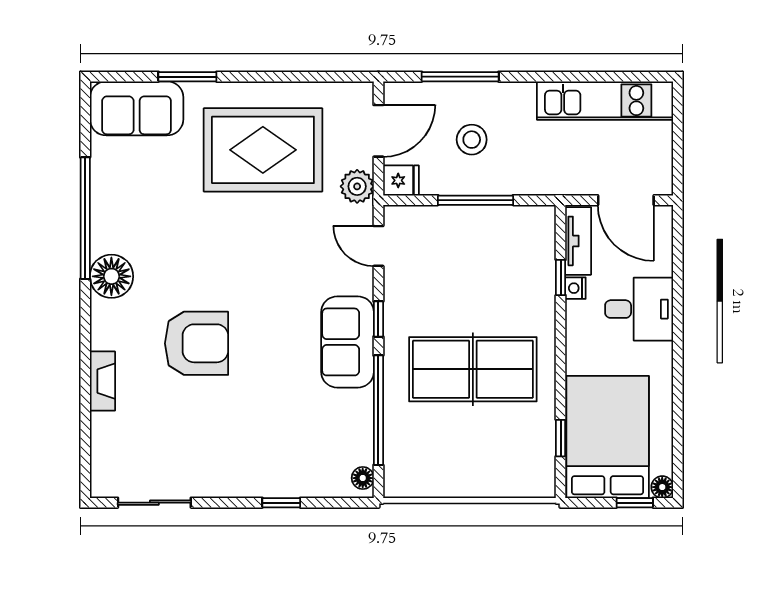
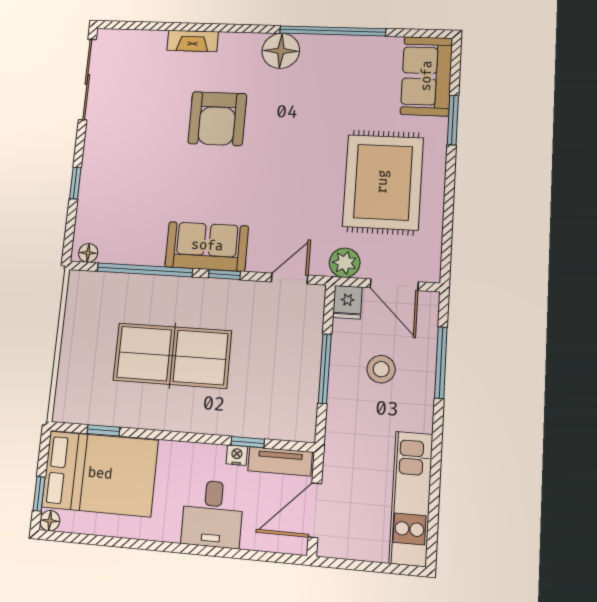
table tennis table: (473, 369) -> (172, 356), turned 90
sliding door: (154, 503) -> (87, 79), width x1.37

